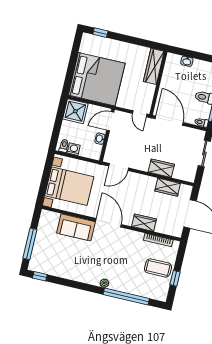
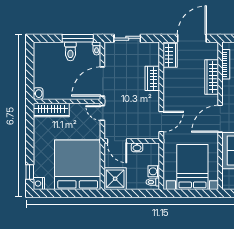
nightstand: (88, 39) -> (39, 184), added
washbasin: (187, 61) -> (38, 94), moved
door: (140, 114) -> (102, 113), swing flipped
door: (119, 167) -> (161, 122), hinge flipped
wardrobe: (168, 187) -> (170, 55), moved
wardrobe: (144, 223) -> (212, 77), width x1.50

